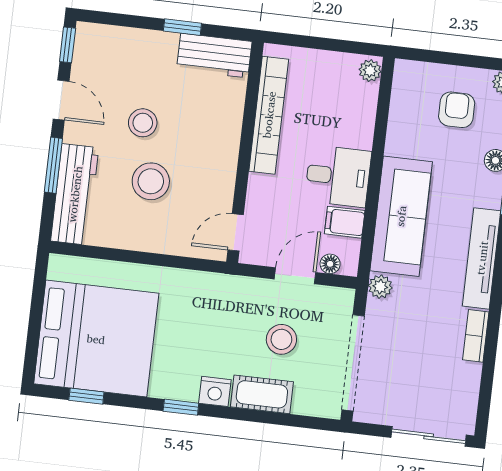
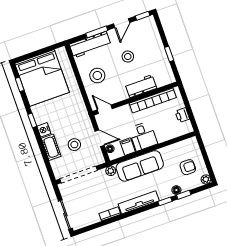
workbench: (214, 56) -> (141, 86), moved, turned 90
printer: (334, 65) -> (182, 115), added
plant: (370, 71) -> (187, 129), removed
stool: (151, 181) -> (97, 75), moved

